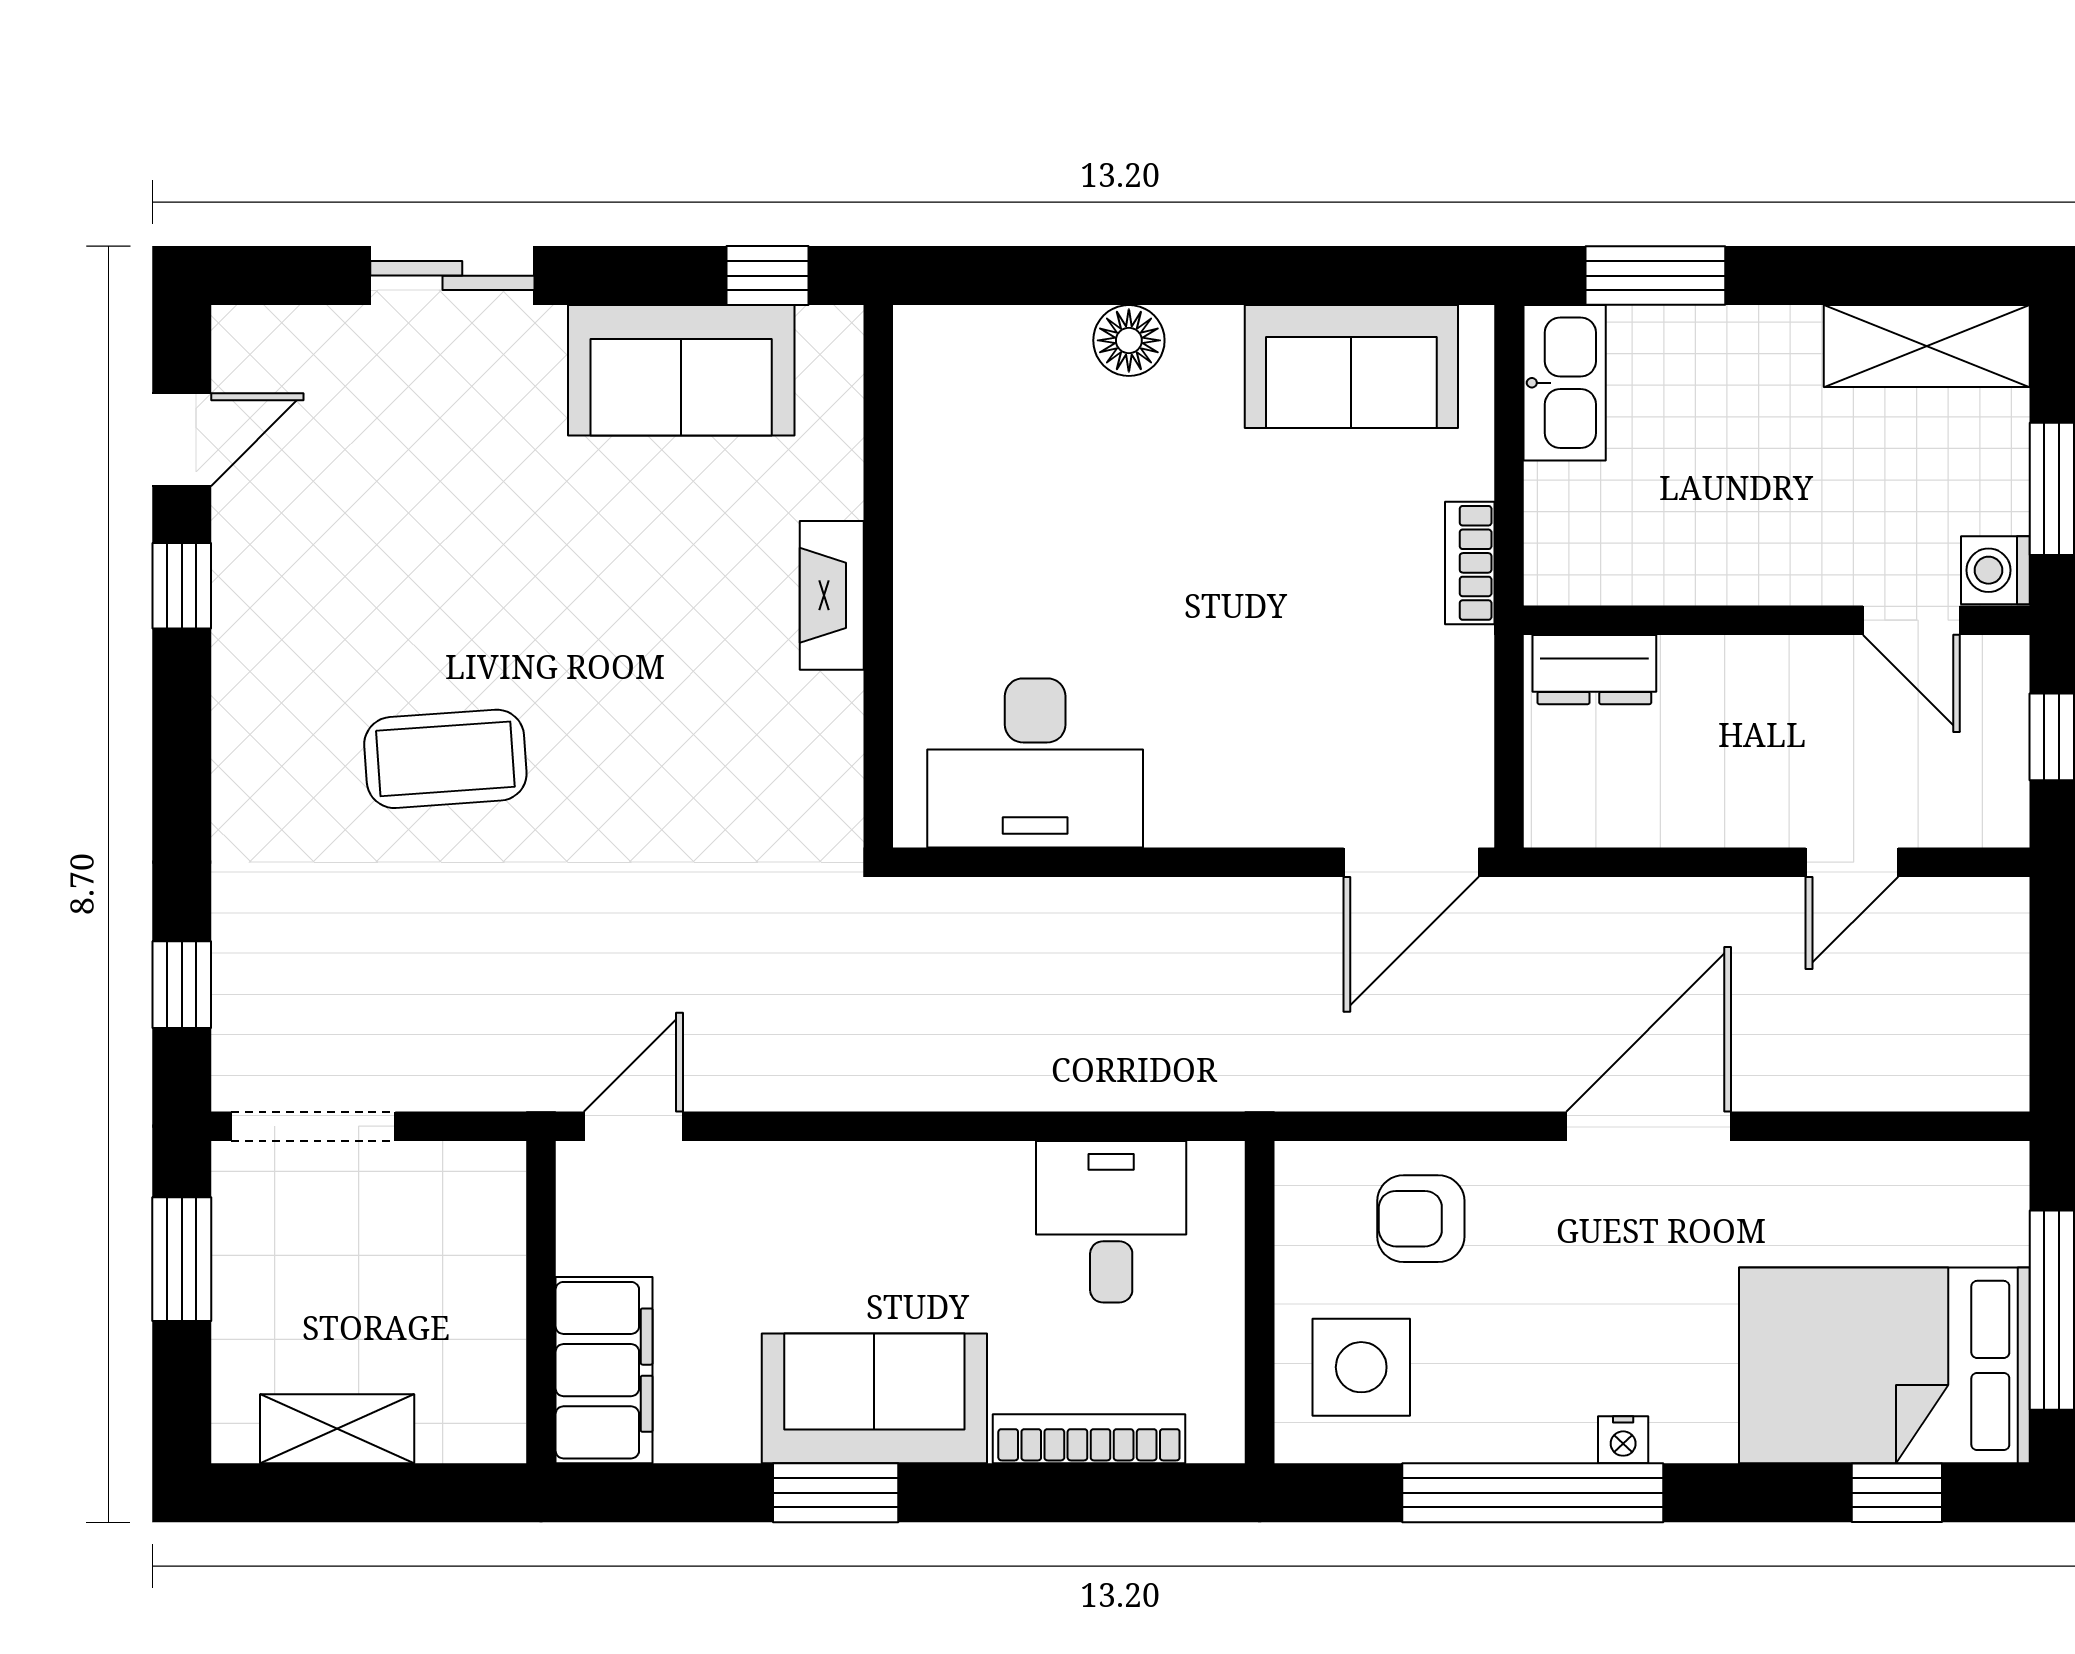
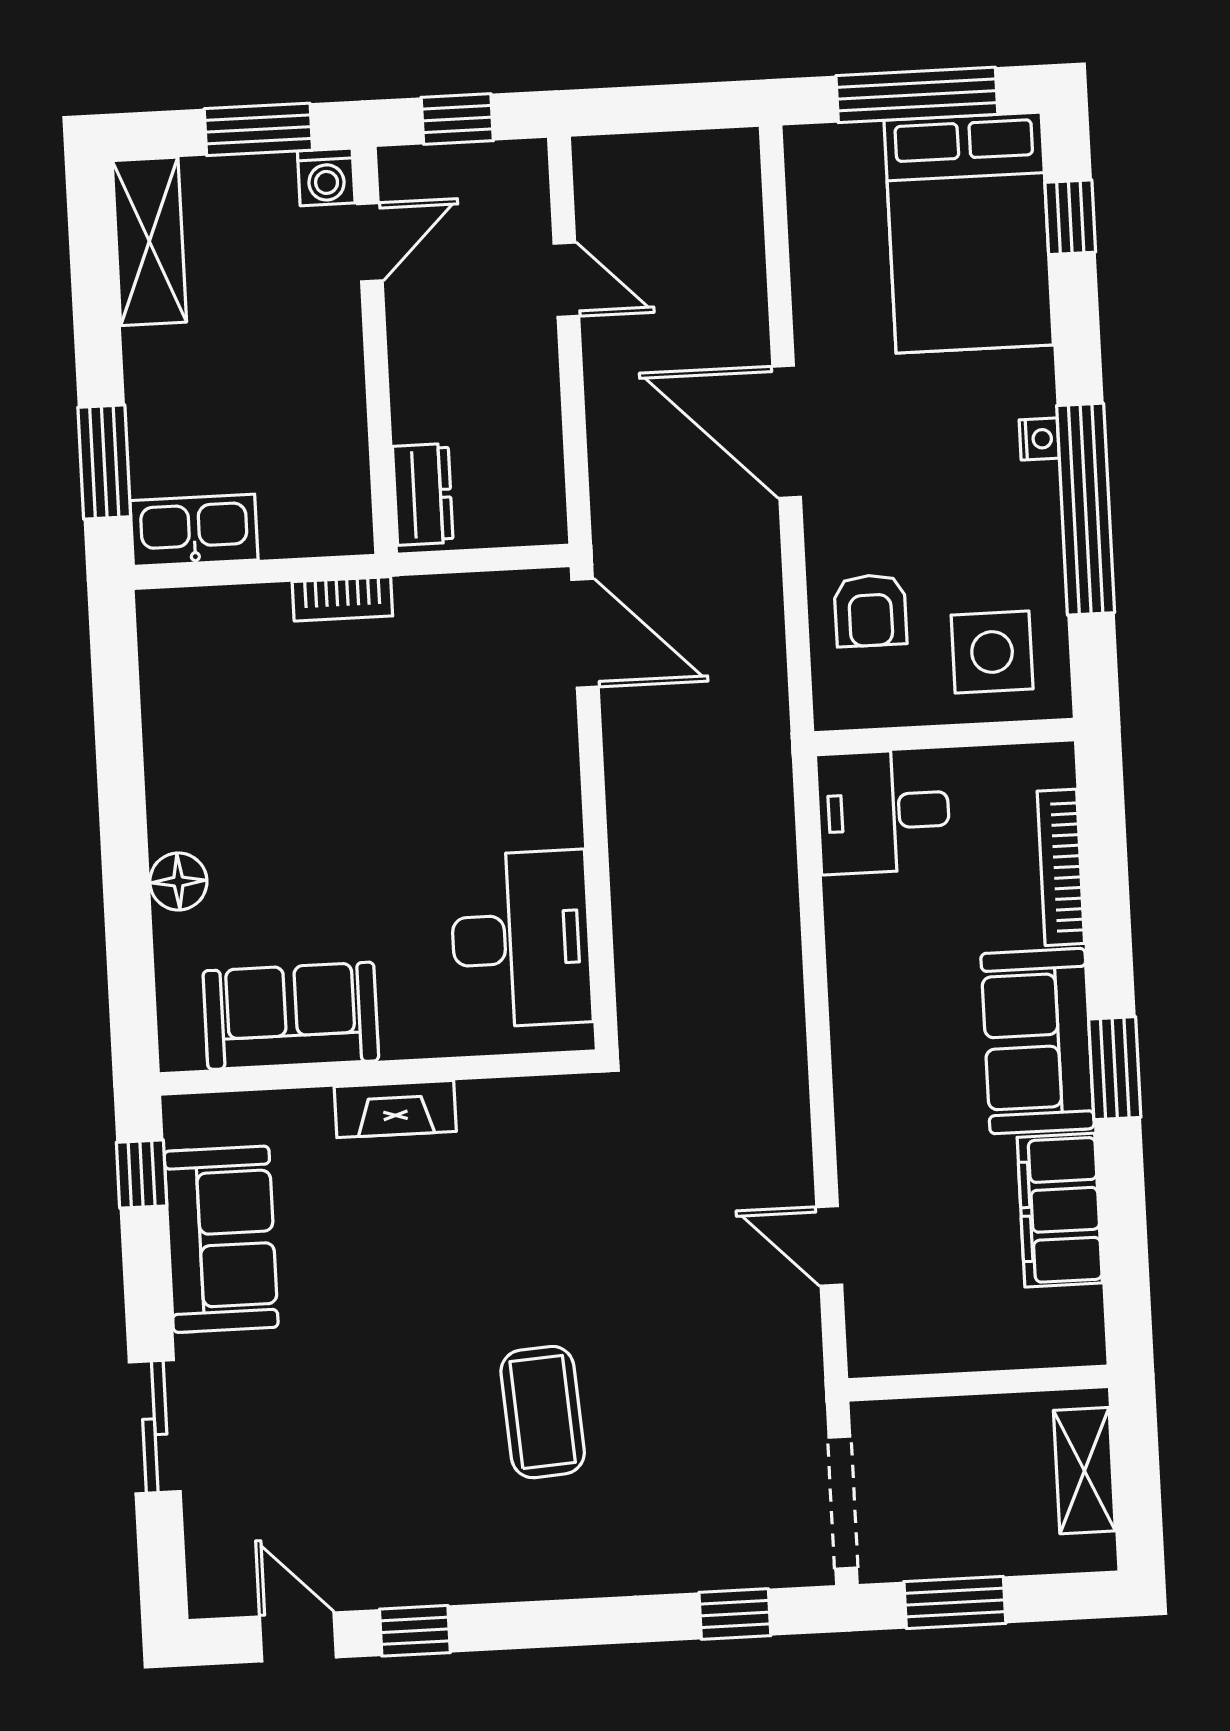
sofa: (1351, 366) -> (291, 1016), moved, turned -90
desk: (1111, 1222) -> (883, 812), moved
wall: (541, 1302) -> (978, 1383), moved
filing cabinet: (604, 1370) -> (1060, 1210), moved, turned -90

